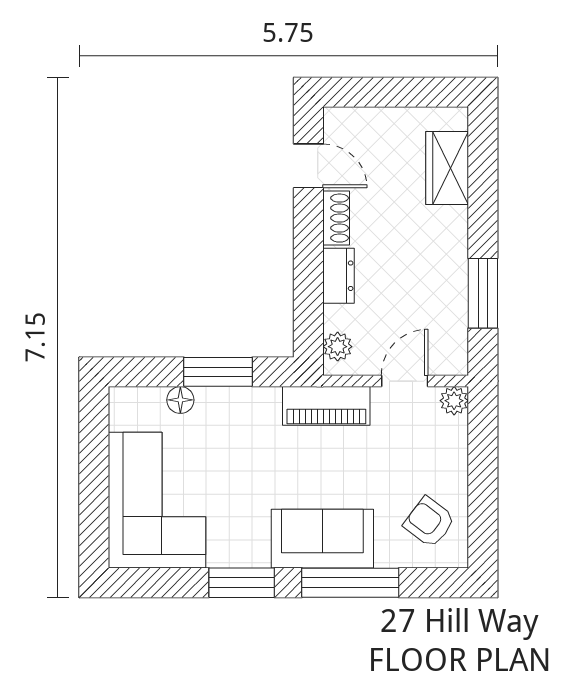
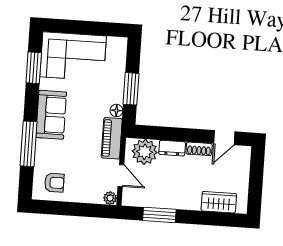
plant: (338, 347) -> (145, 152), width x1.87, depth x1.87
floor lamp: (180, 400) -> (116, 110), moved
armchair: (429, 522) -> (54, 183), turned 53
sofa: (322, 539) -> (51, 115), moved
window: (242, 583) -> (34, 68), moved

